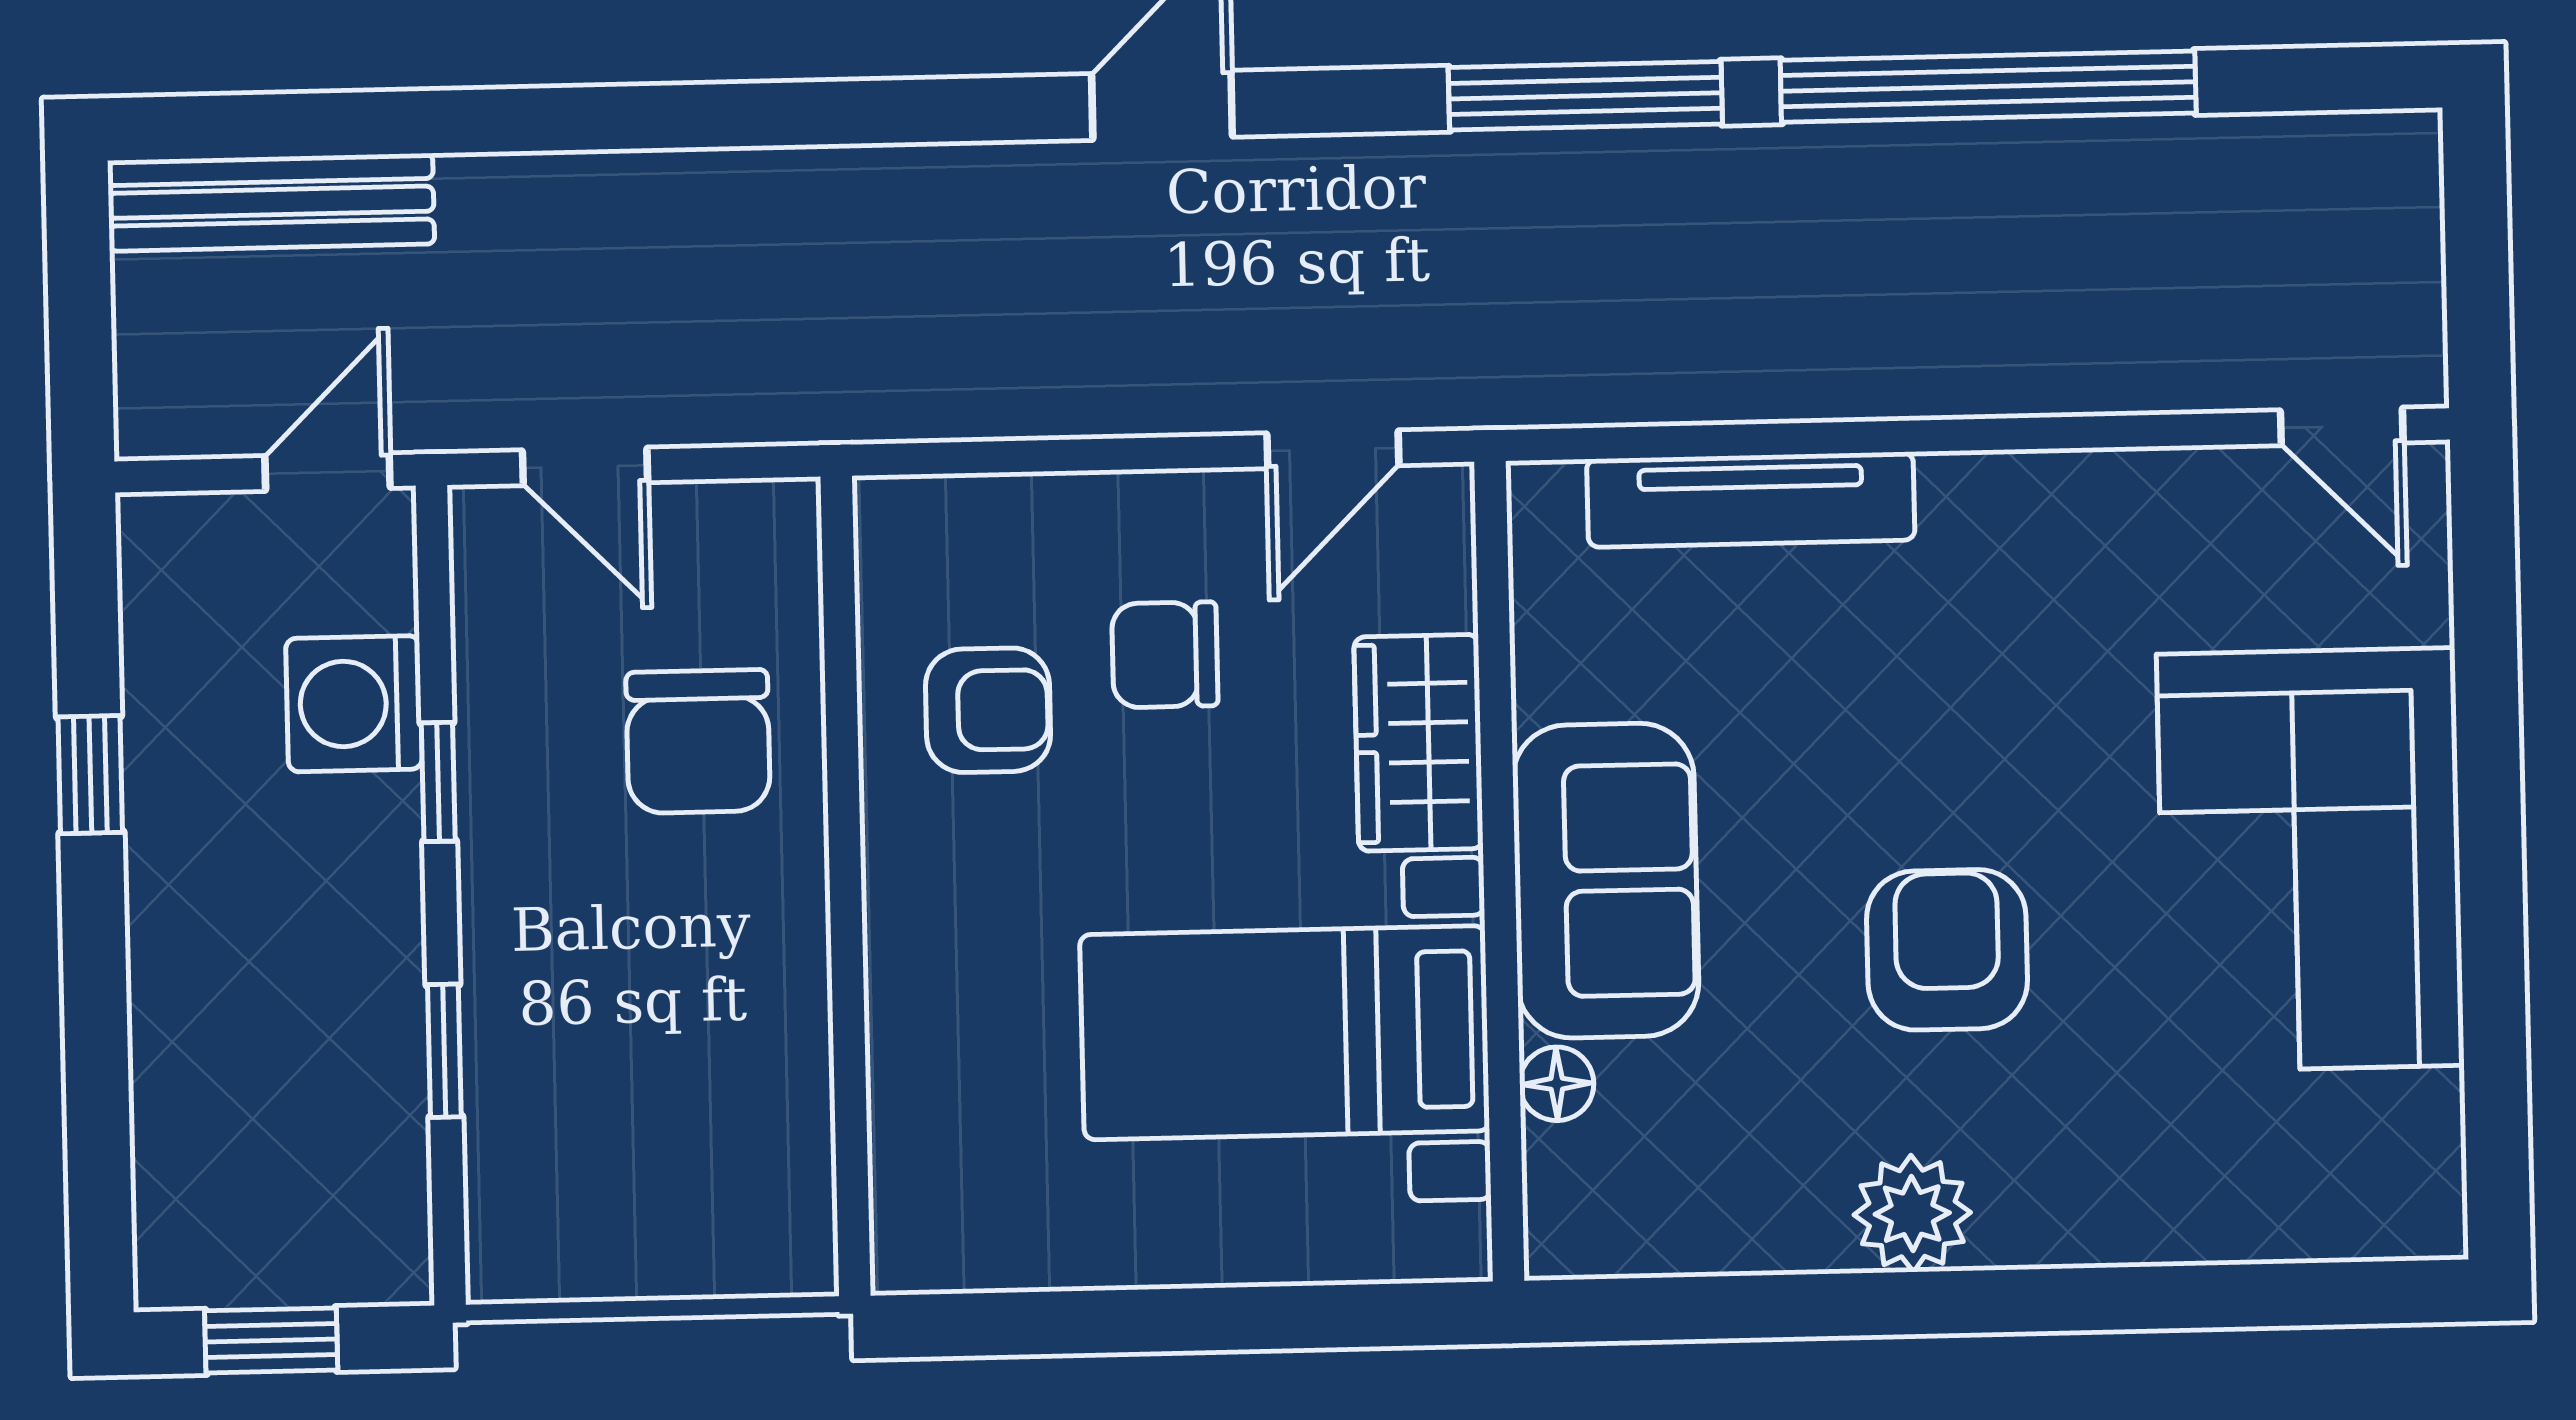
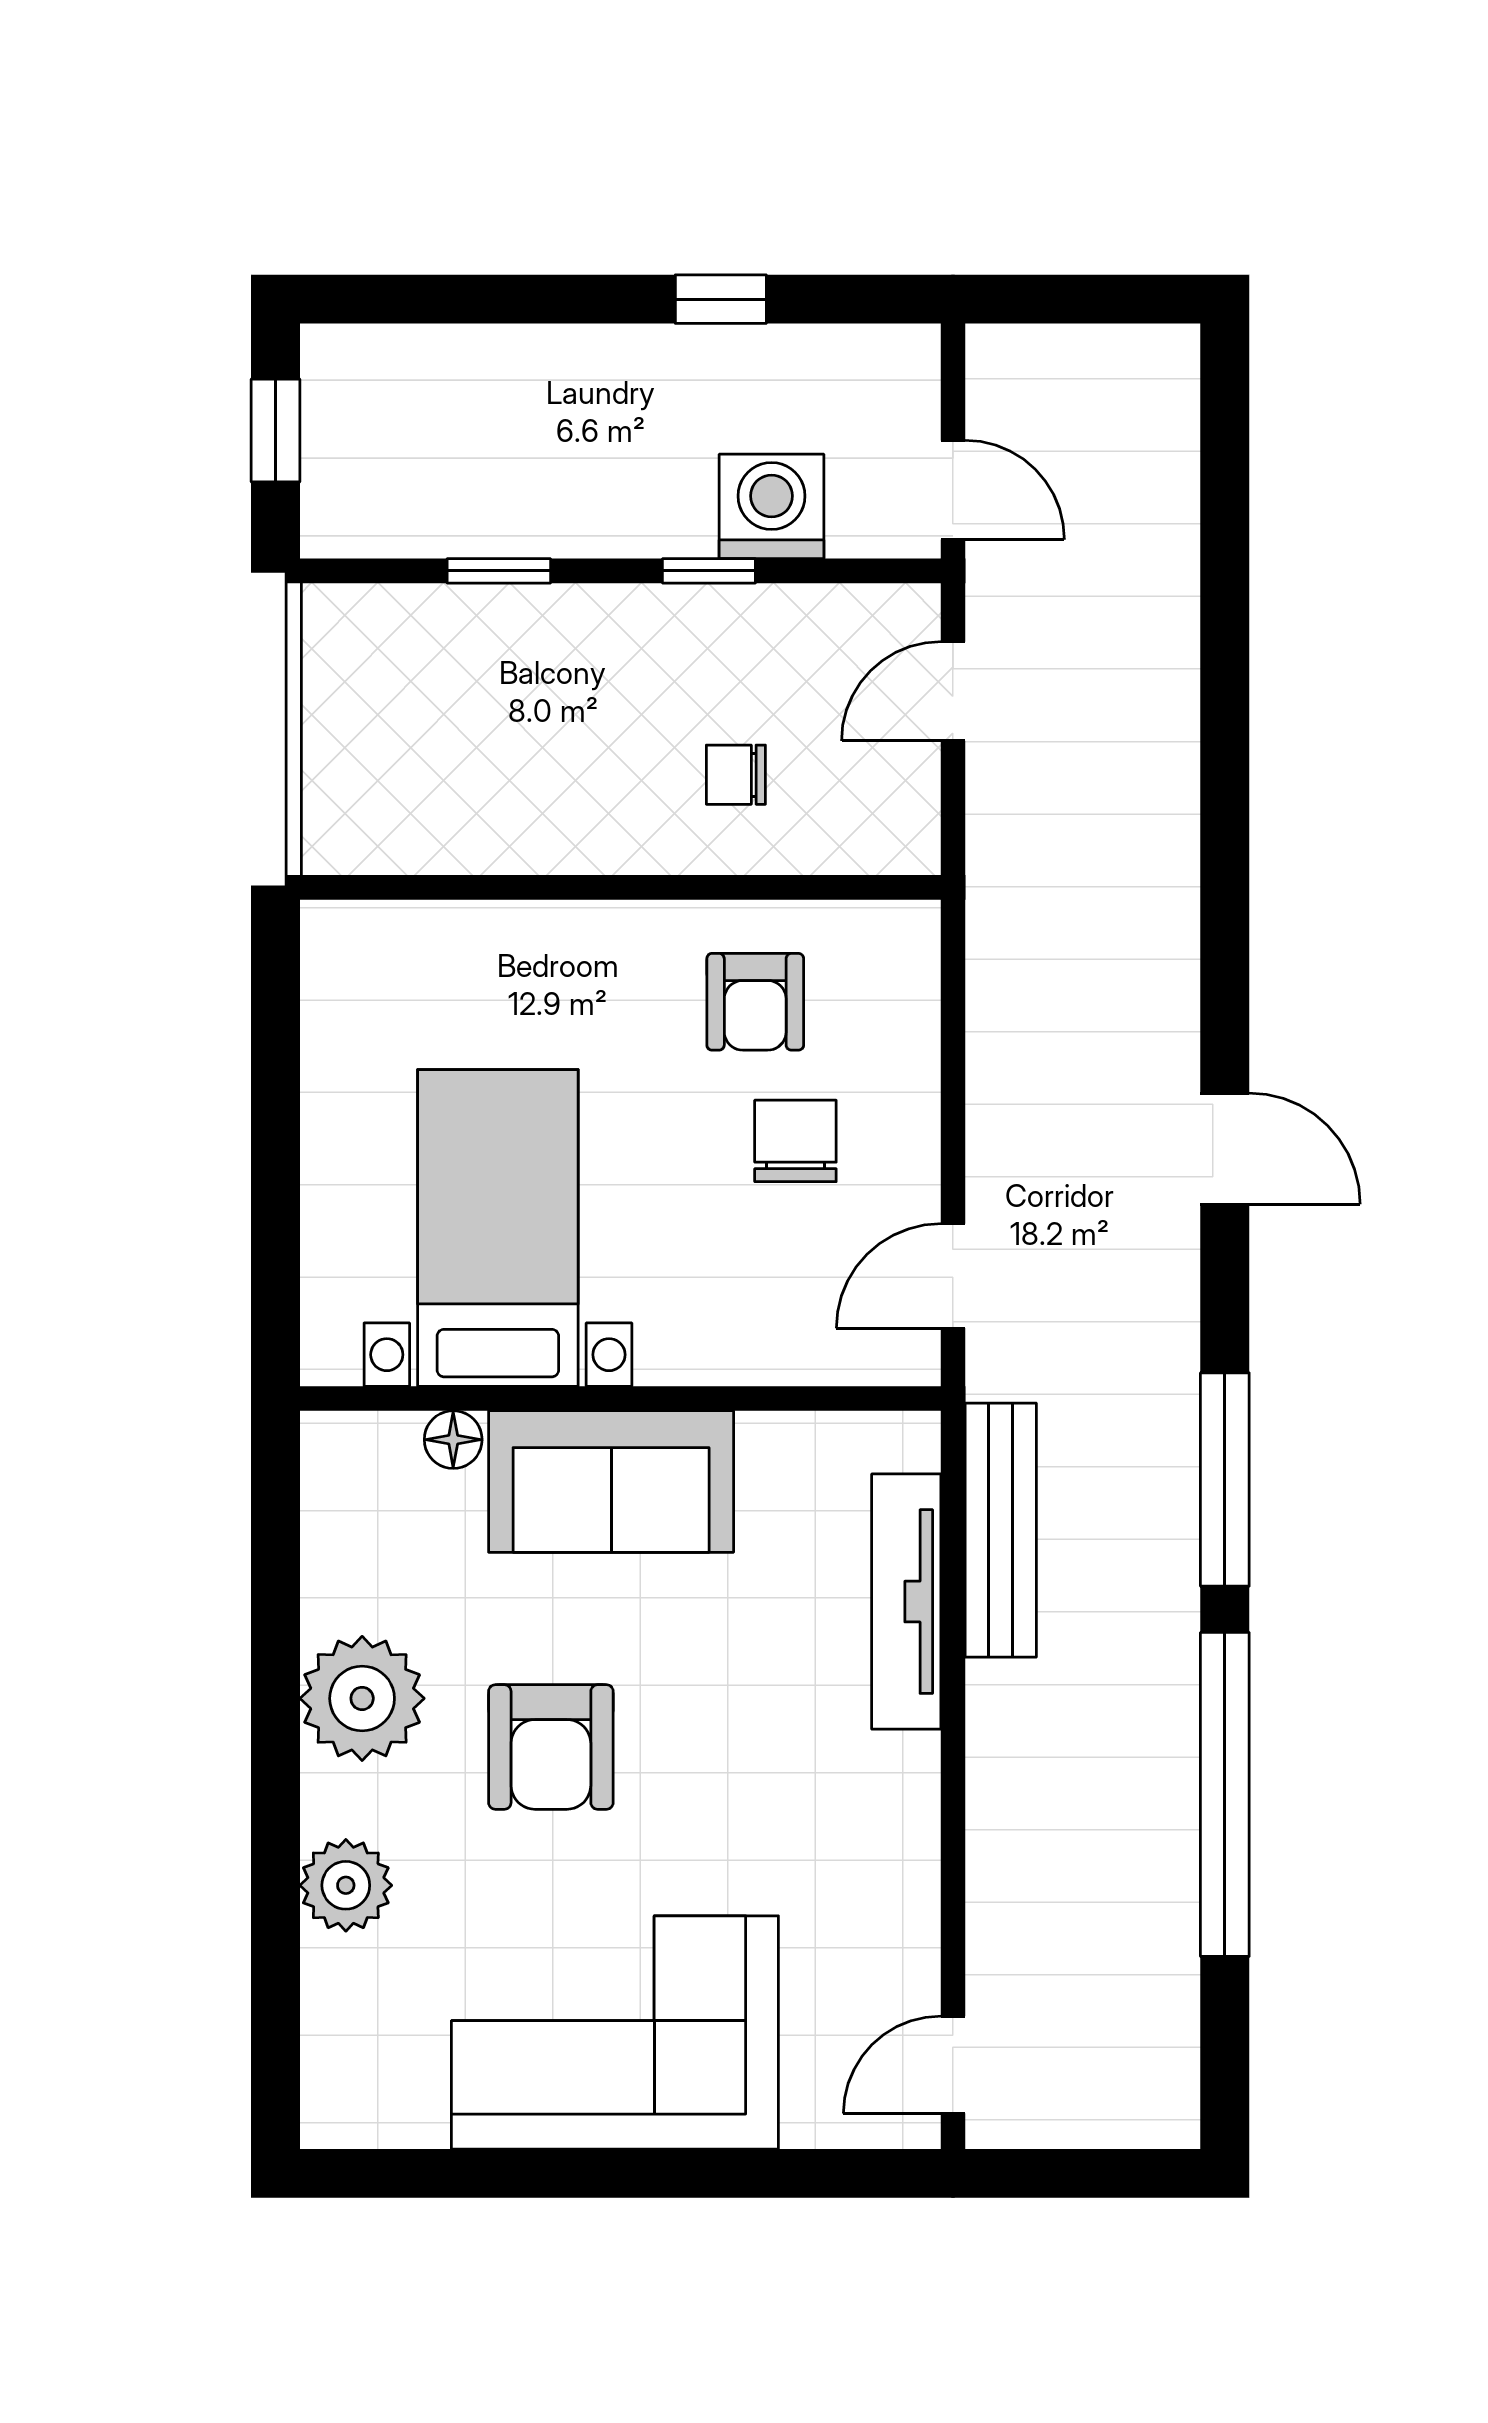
bench: (271, 202) -> (1001, 1530), moved
door: (1333, 449) -> (953, 1276), hinge flipped
chair: (698, 742) -> (736, 775), width x0.54, depth x0.54
wardrobe: (1419, 743) -> (722, 1338), removed
armchair: (1947, 950) -> (551, 1747), turned 90
plant: (2130, 1208) -> (346, 1885), added
plant: (1912, 1214) -> (362, 1698), width x1.36, depth x1.36

